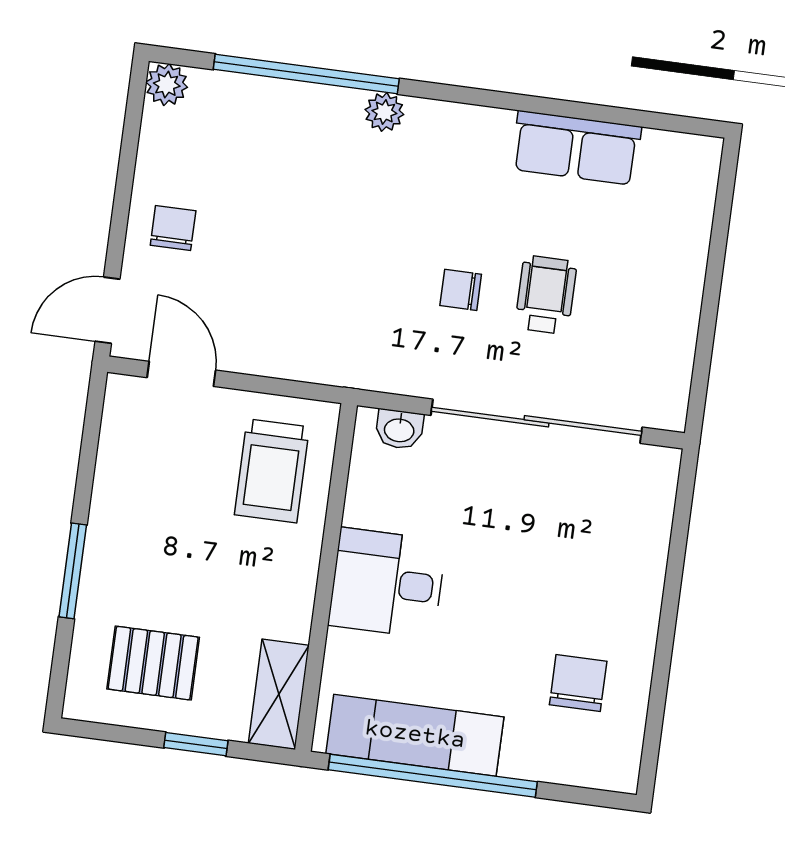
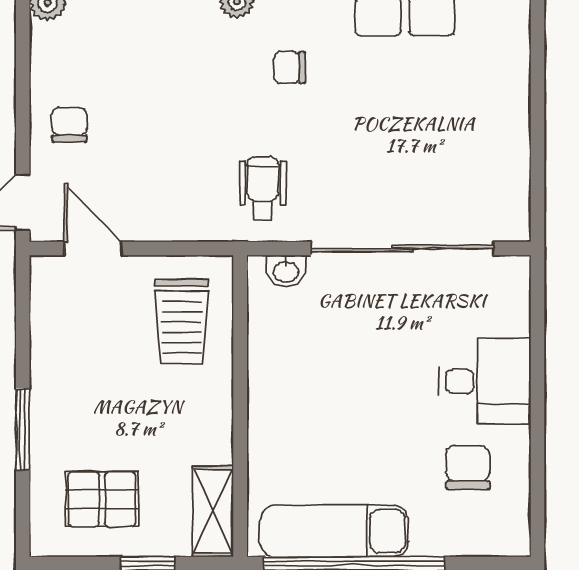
chair: (461, 290) -> (289, 67), moved
wheelchair: (546, 295) -> (263, 188), moved
desk: (387, 583) -> (485, 381), moved, turned 180

